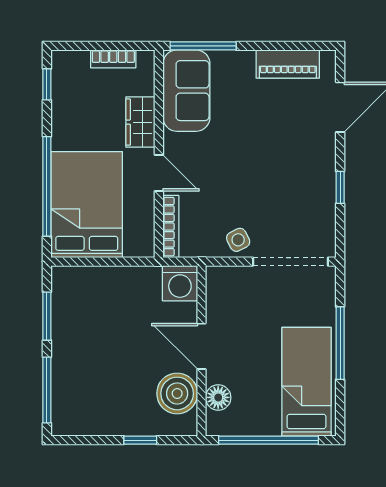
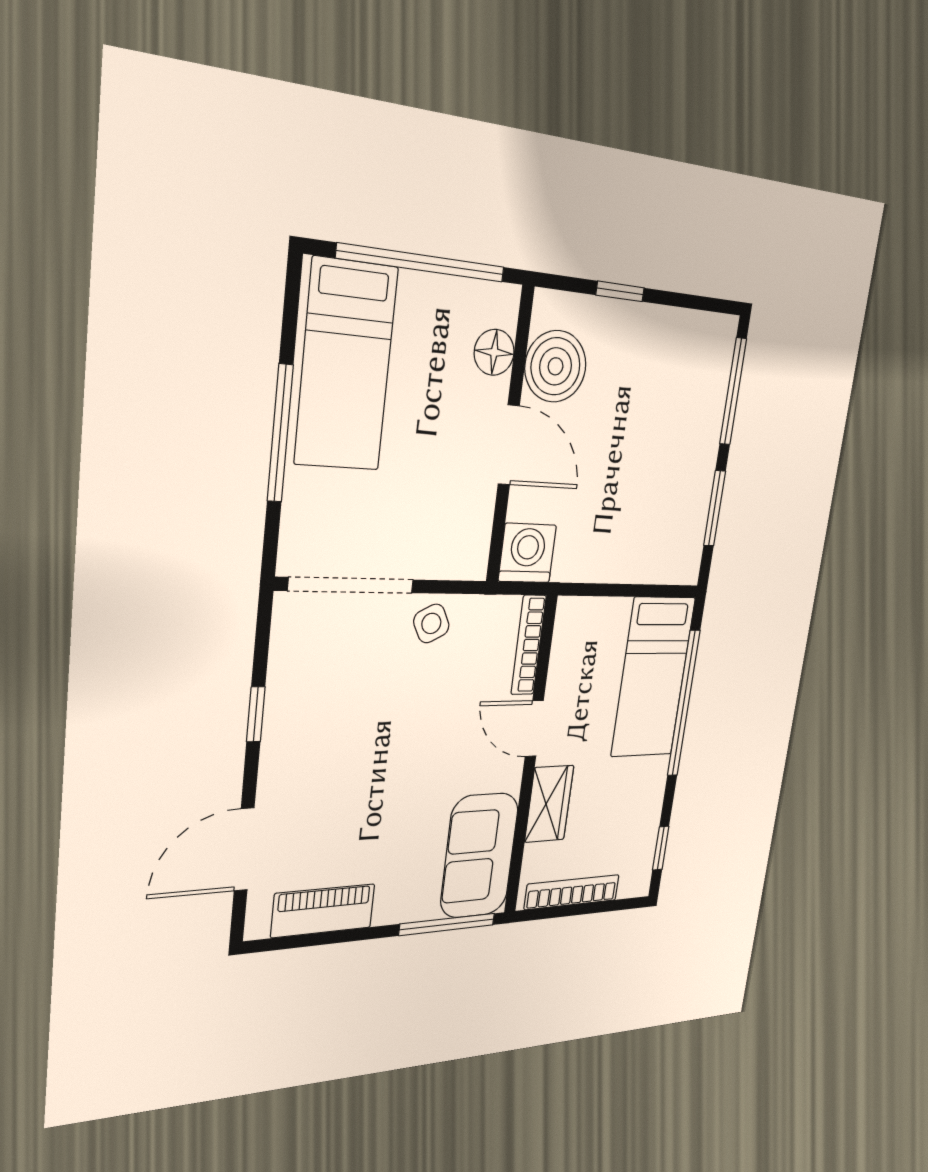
bookcase: (113, 59) -> (572, 892), width x1.56
bed: (87, 205) -> (653, 677), width x0.67

